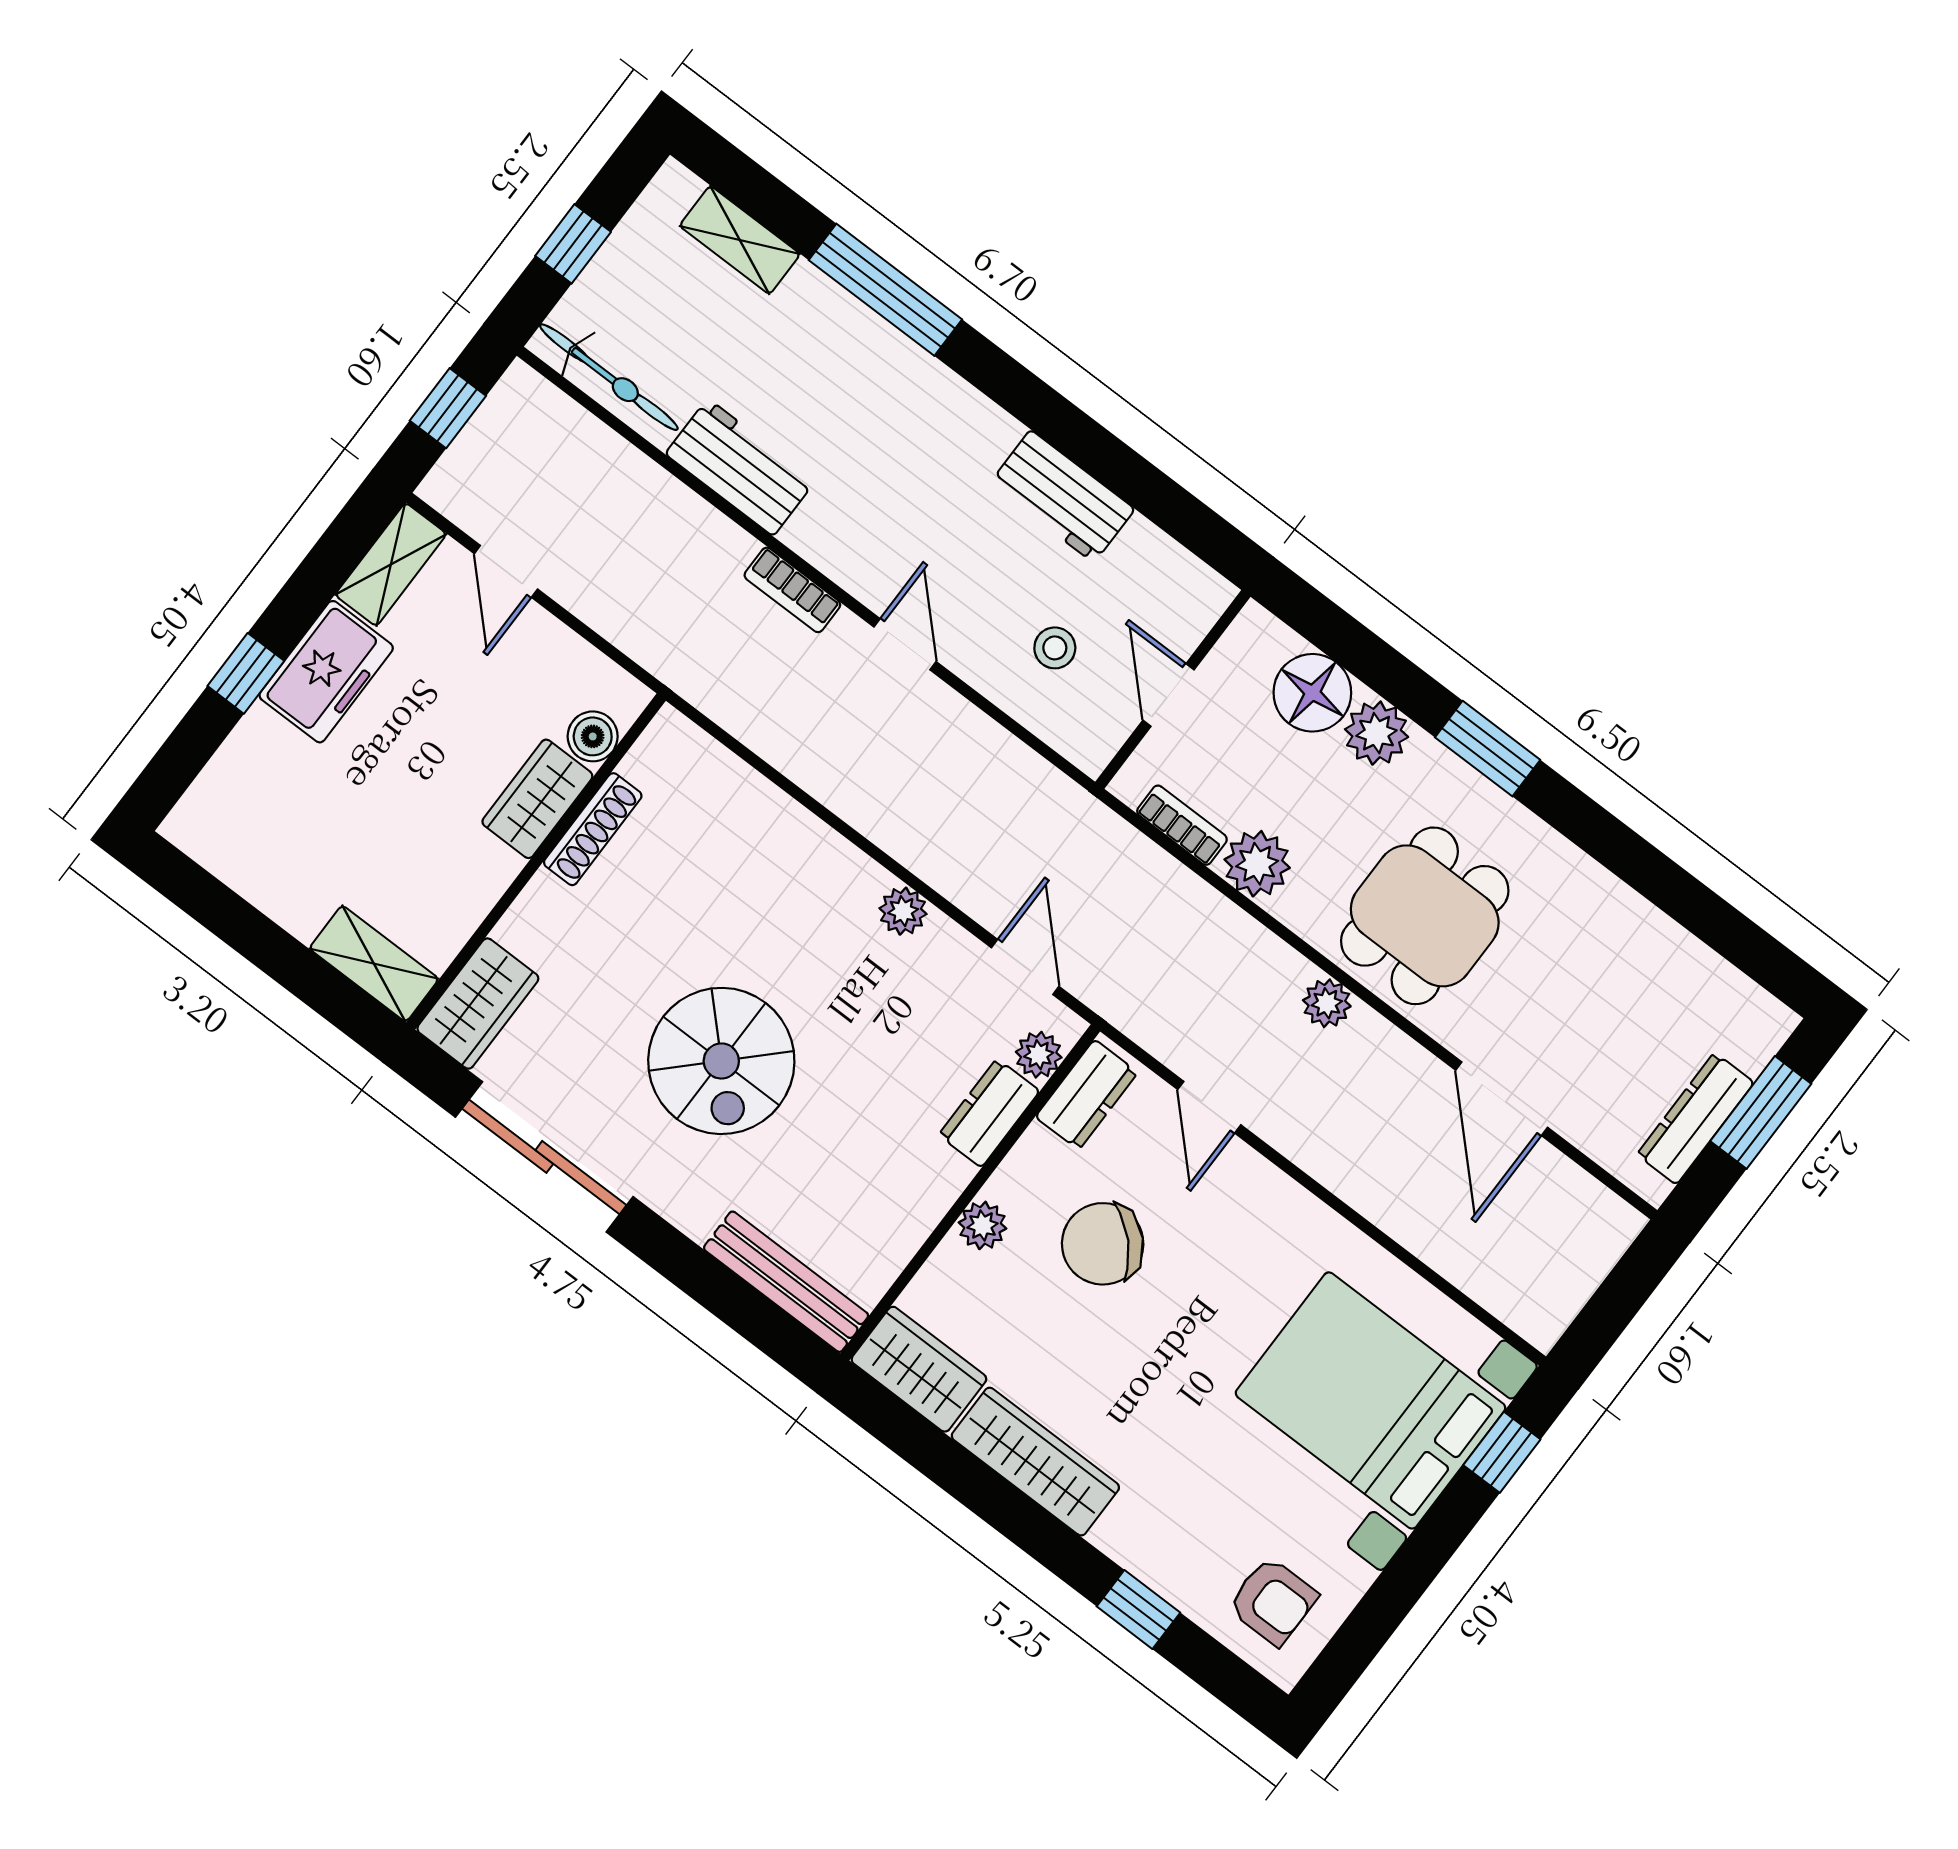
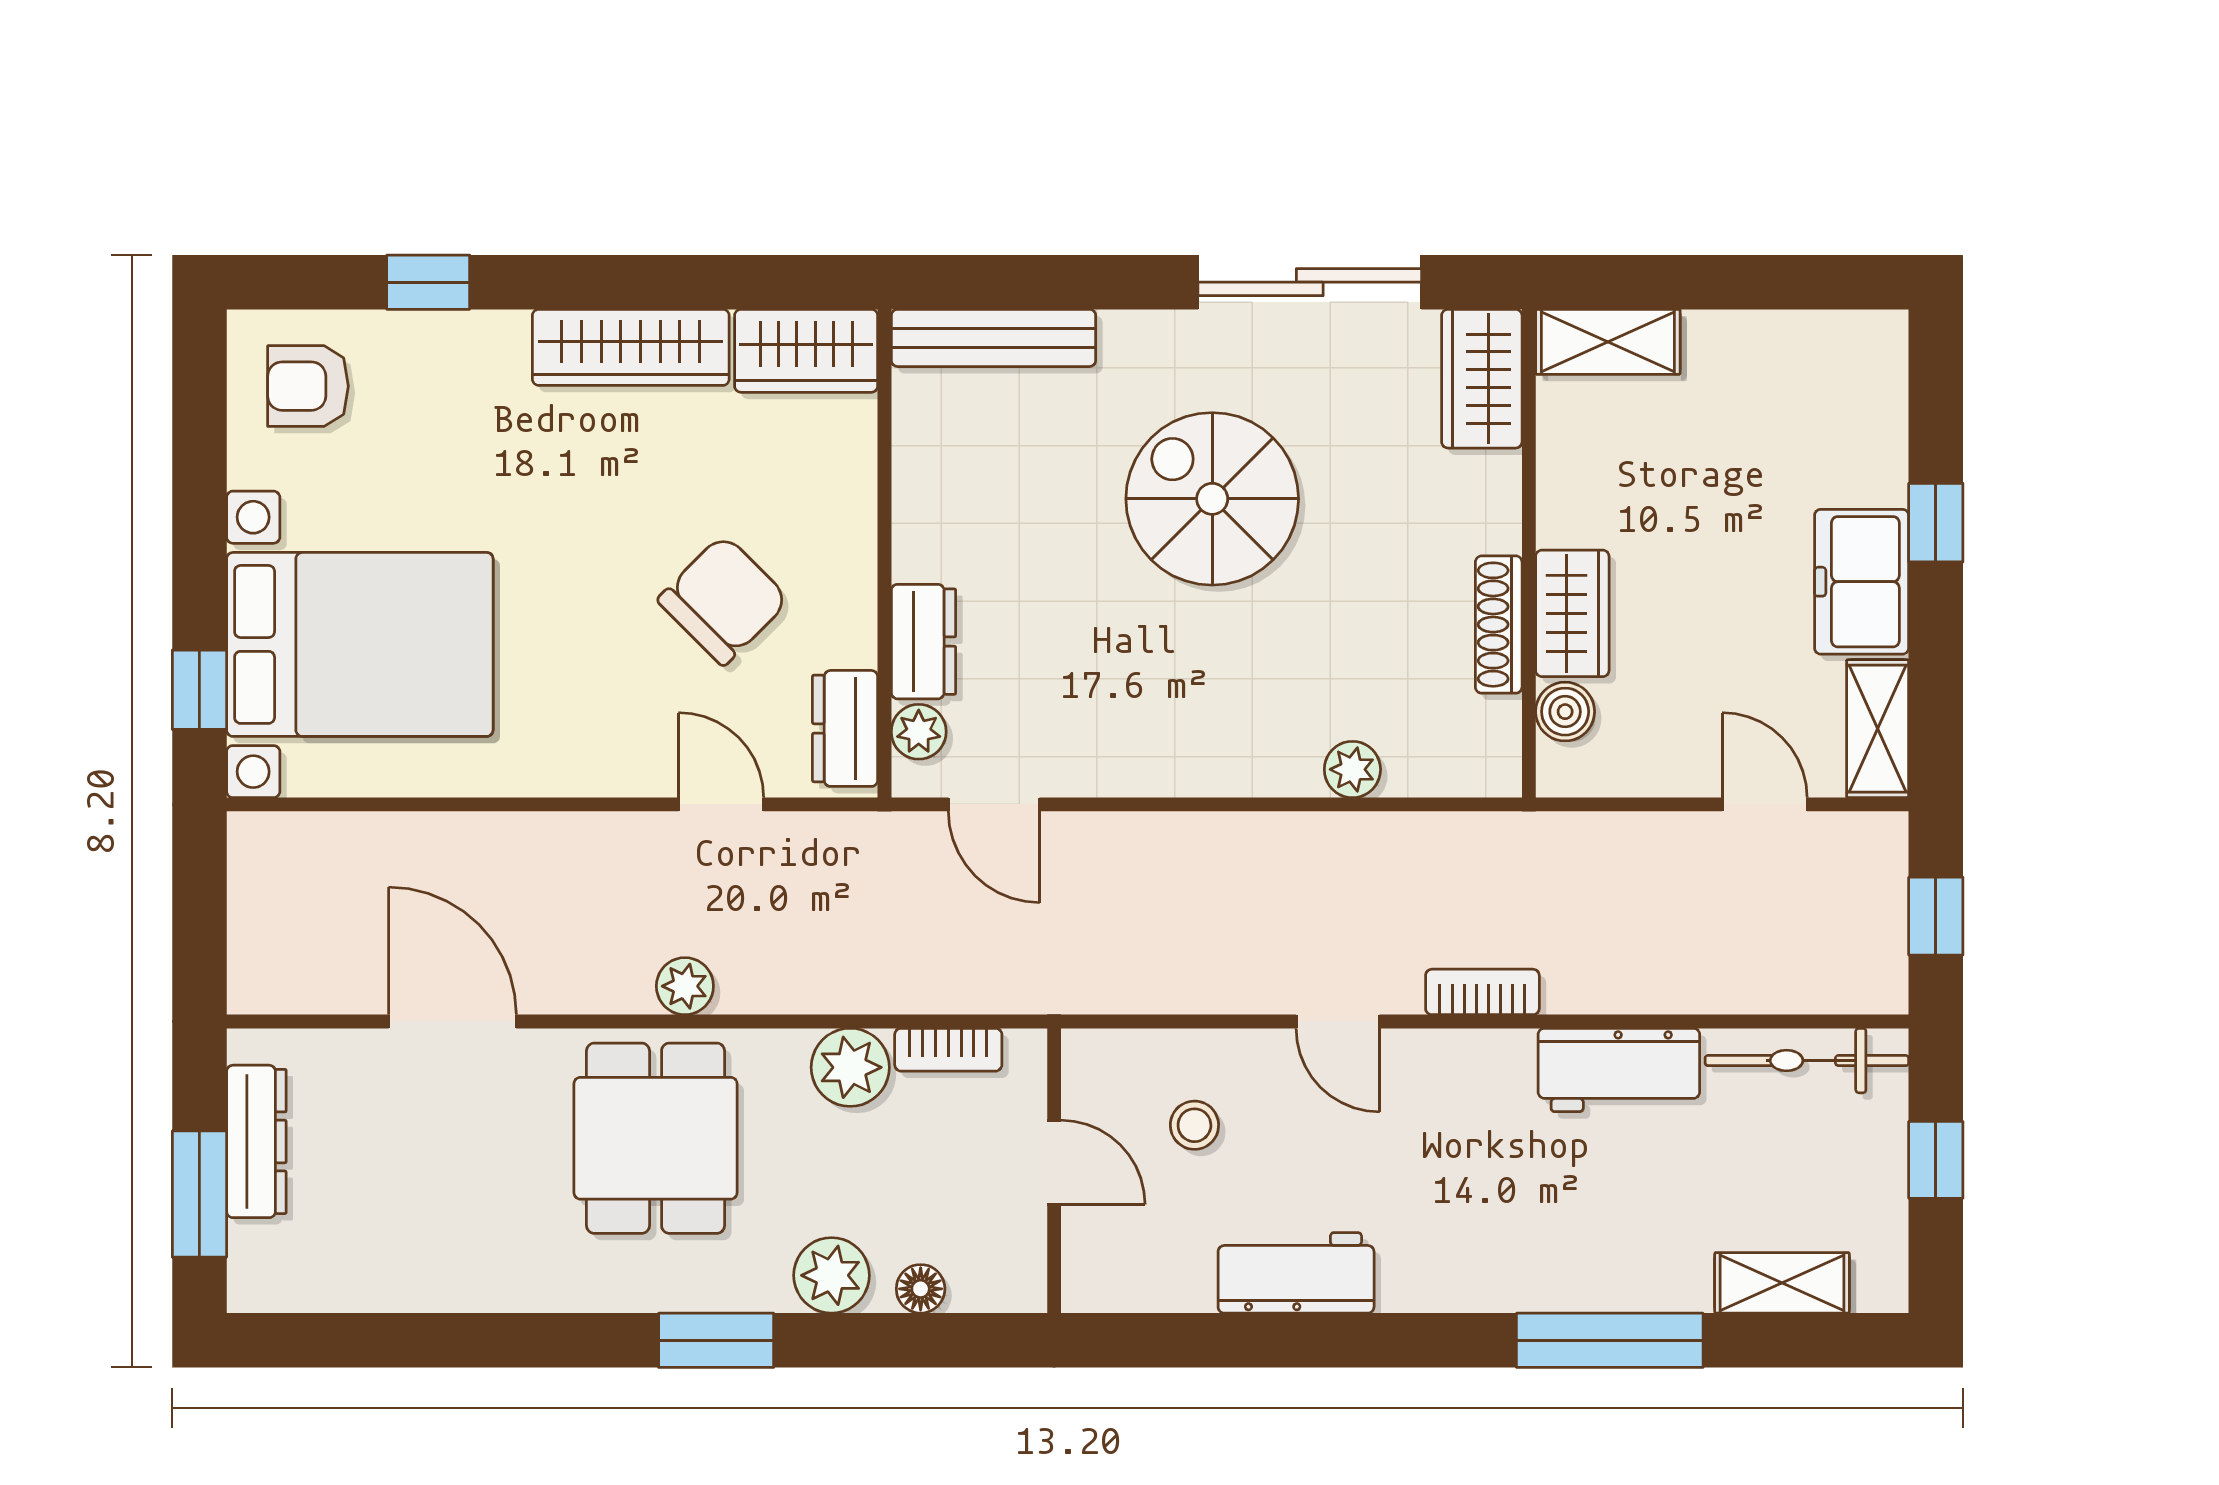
floor lamp: (1312, 693) -> (921, 1289), width x0.53, depth x0.53
plant: (903, 911) -> (1352, 769), moved
plant: (982, 1225) -> (849, 531), removed

